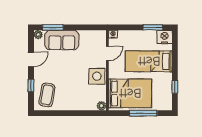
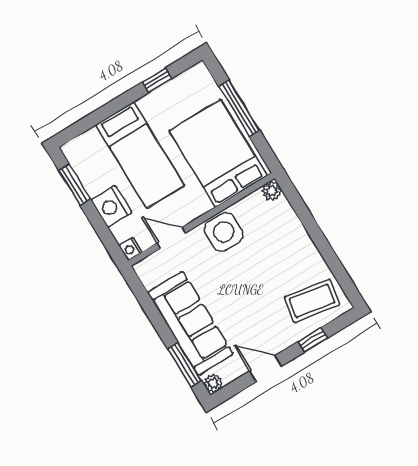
nightstand: (164, 37) -> (111, 206), moved
sofa: (62, 40) -> (190, 323), width x1.36

